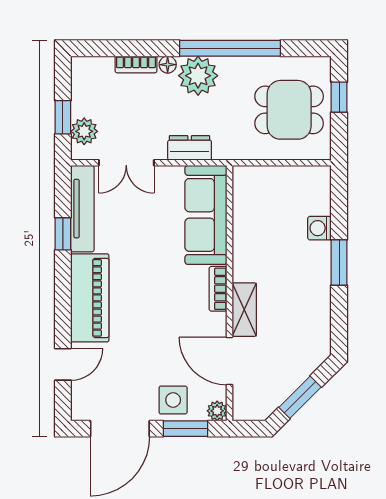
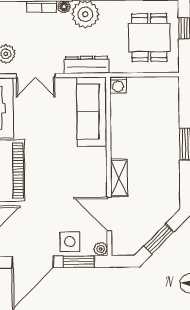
dining table: (289, 110) -> (149, 38), turned 90
dresser: (190, 148) -> (87, 65), width x1.44
washing machine: (319, 228) -> (118, 85), moved, turned -90
bookcase: (218, 289) -> (101, 163), removed

